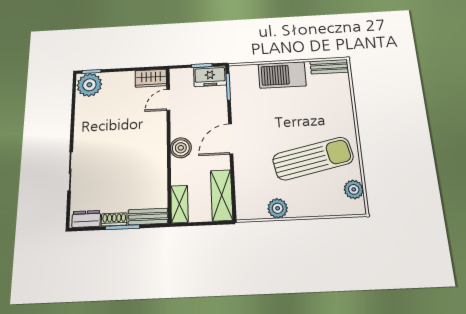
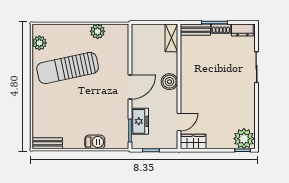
barbecue: (282, 75) -> (95, 142), width x0.53, depth x0.65
freezer: (210, 76) -> (140, 121), moved, turned 90
shelving: (222, 195) -> (139, 43), removed

